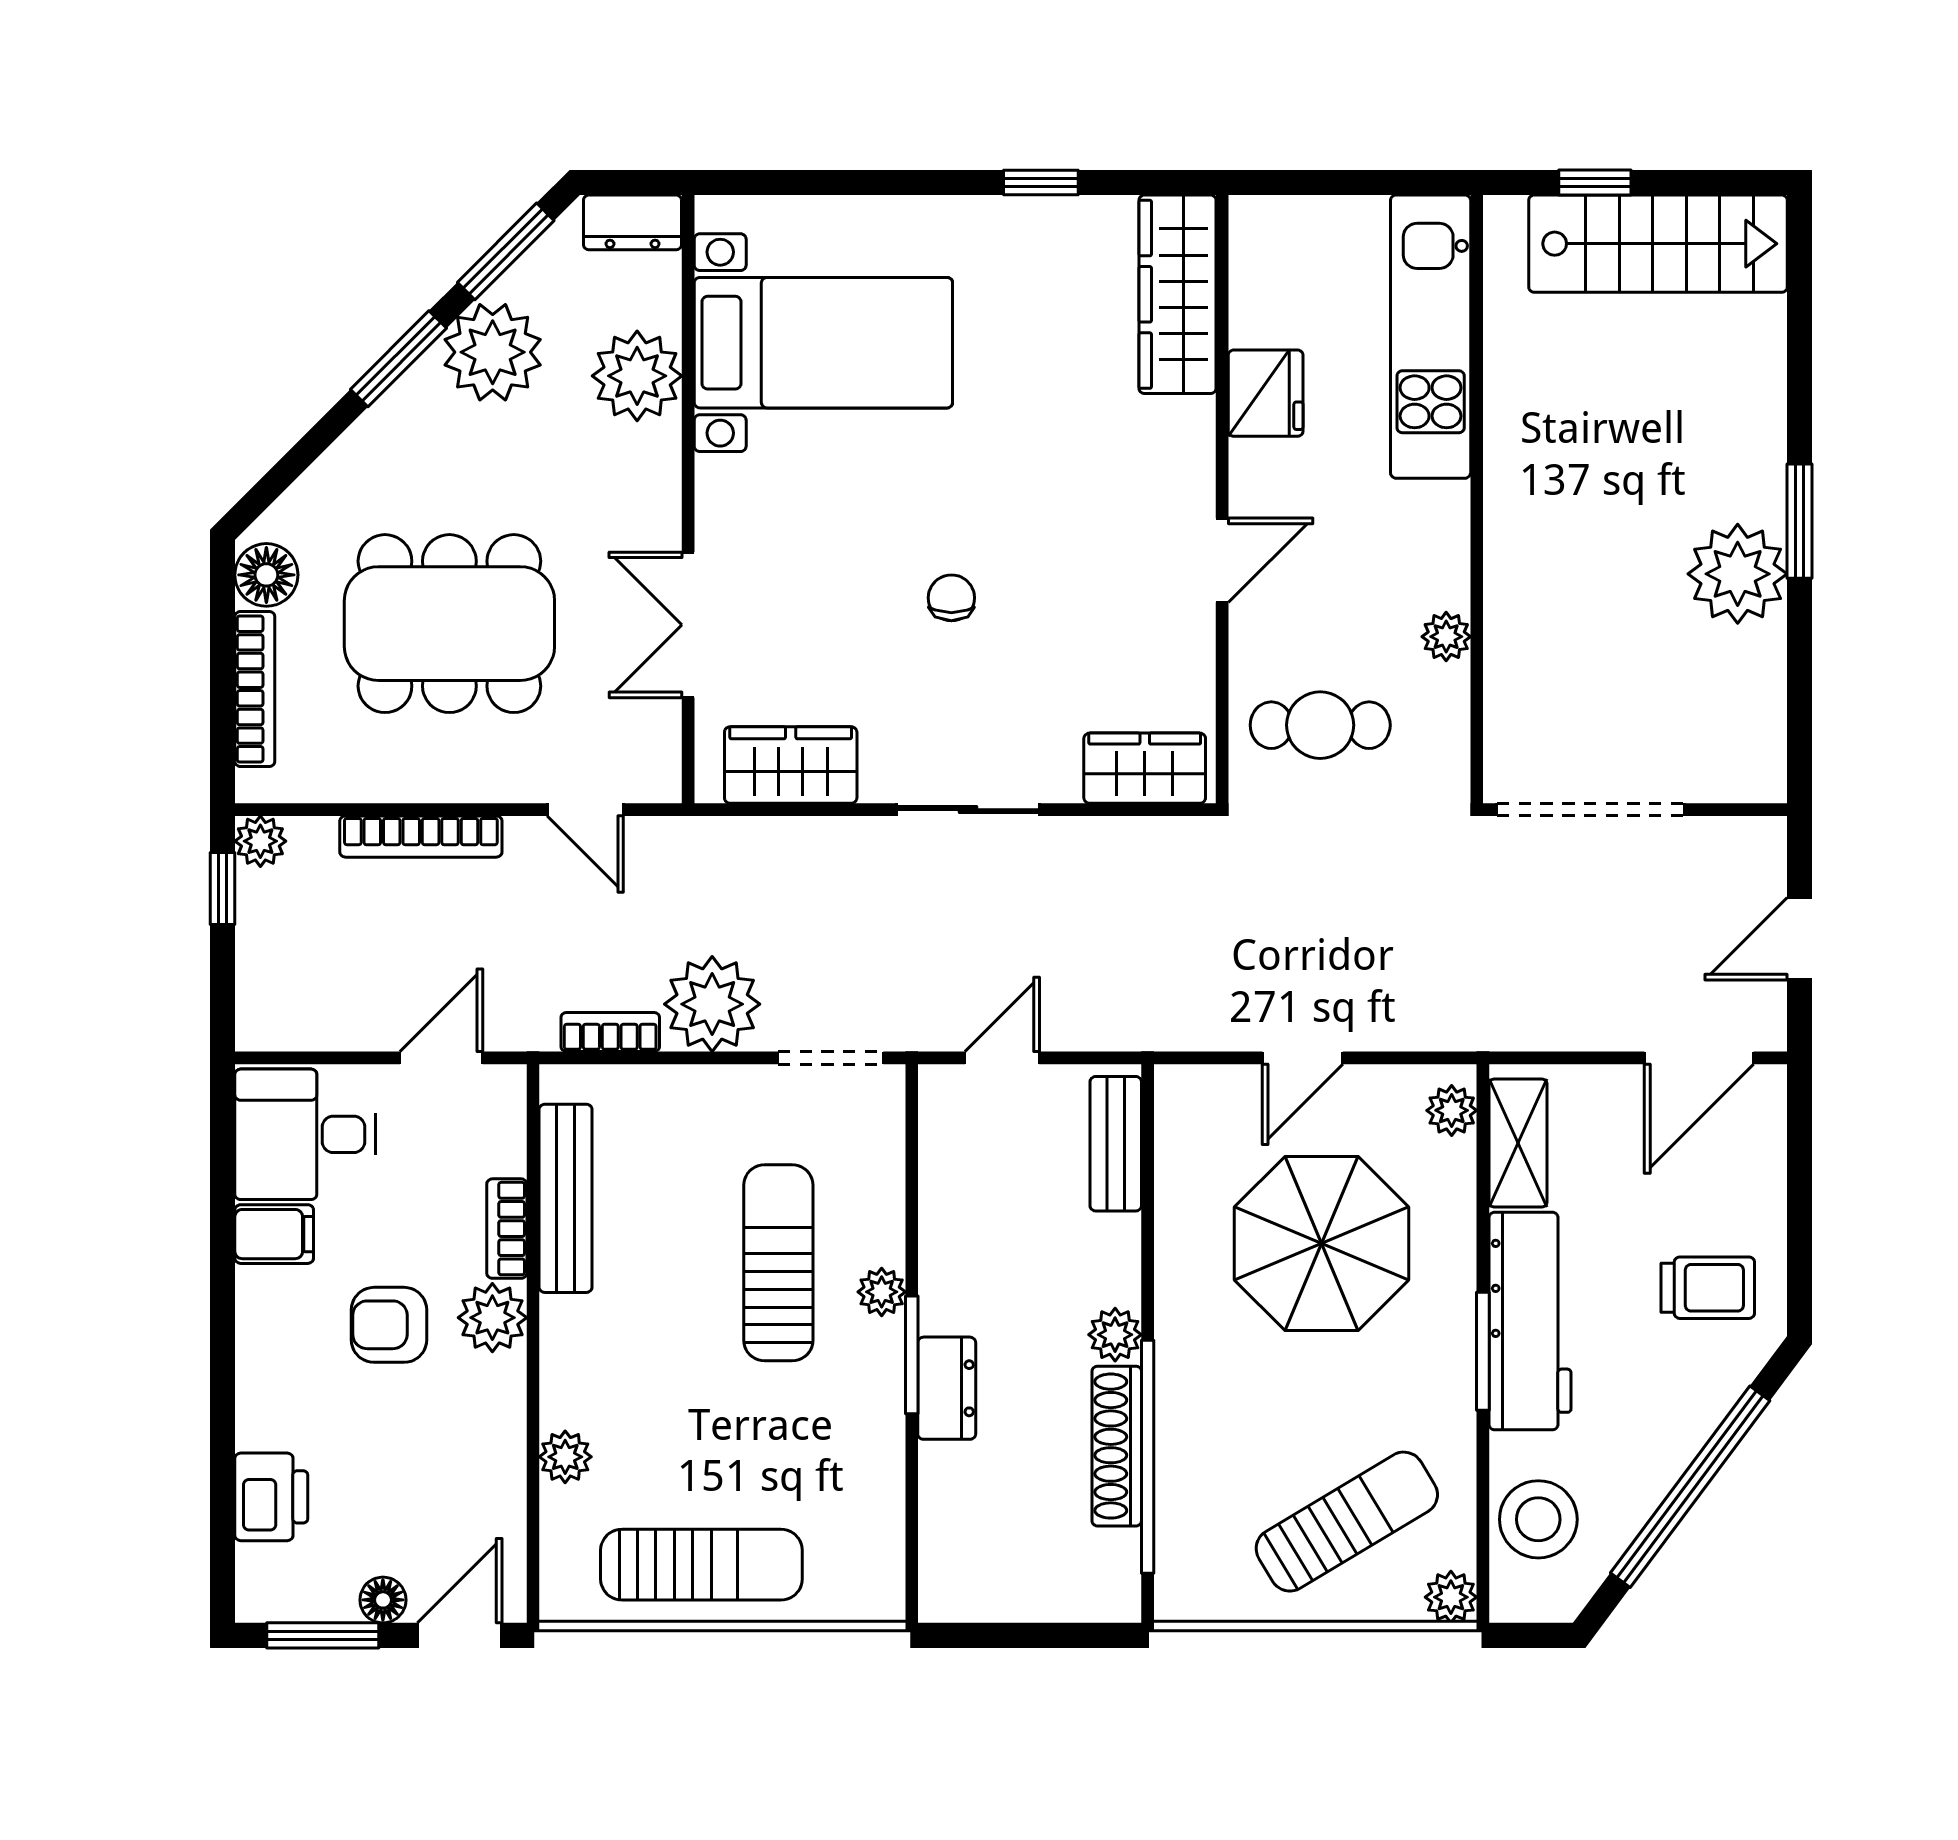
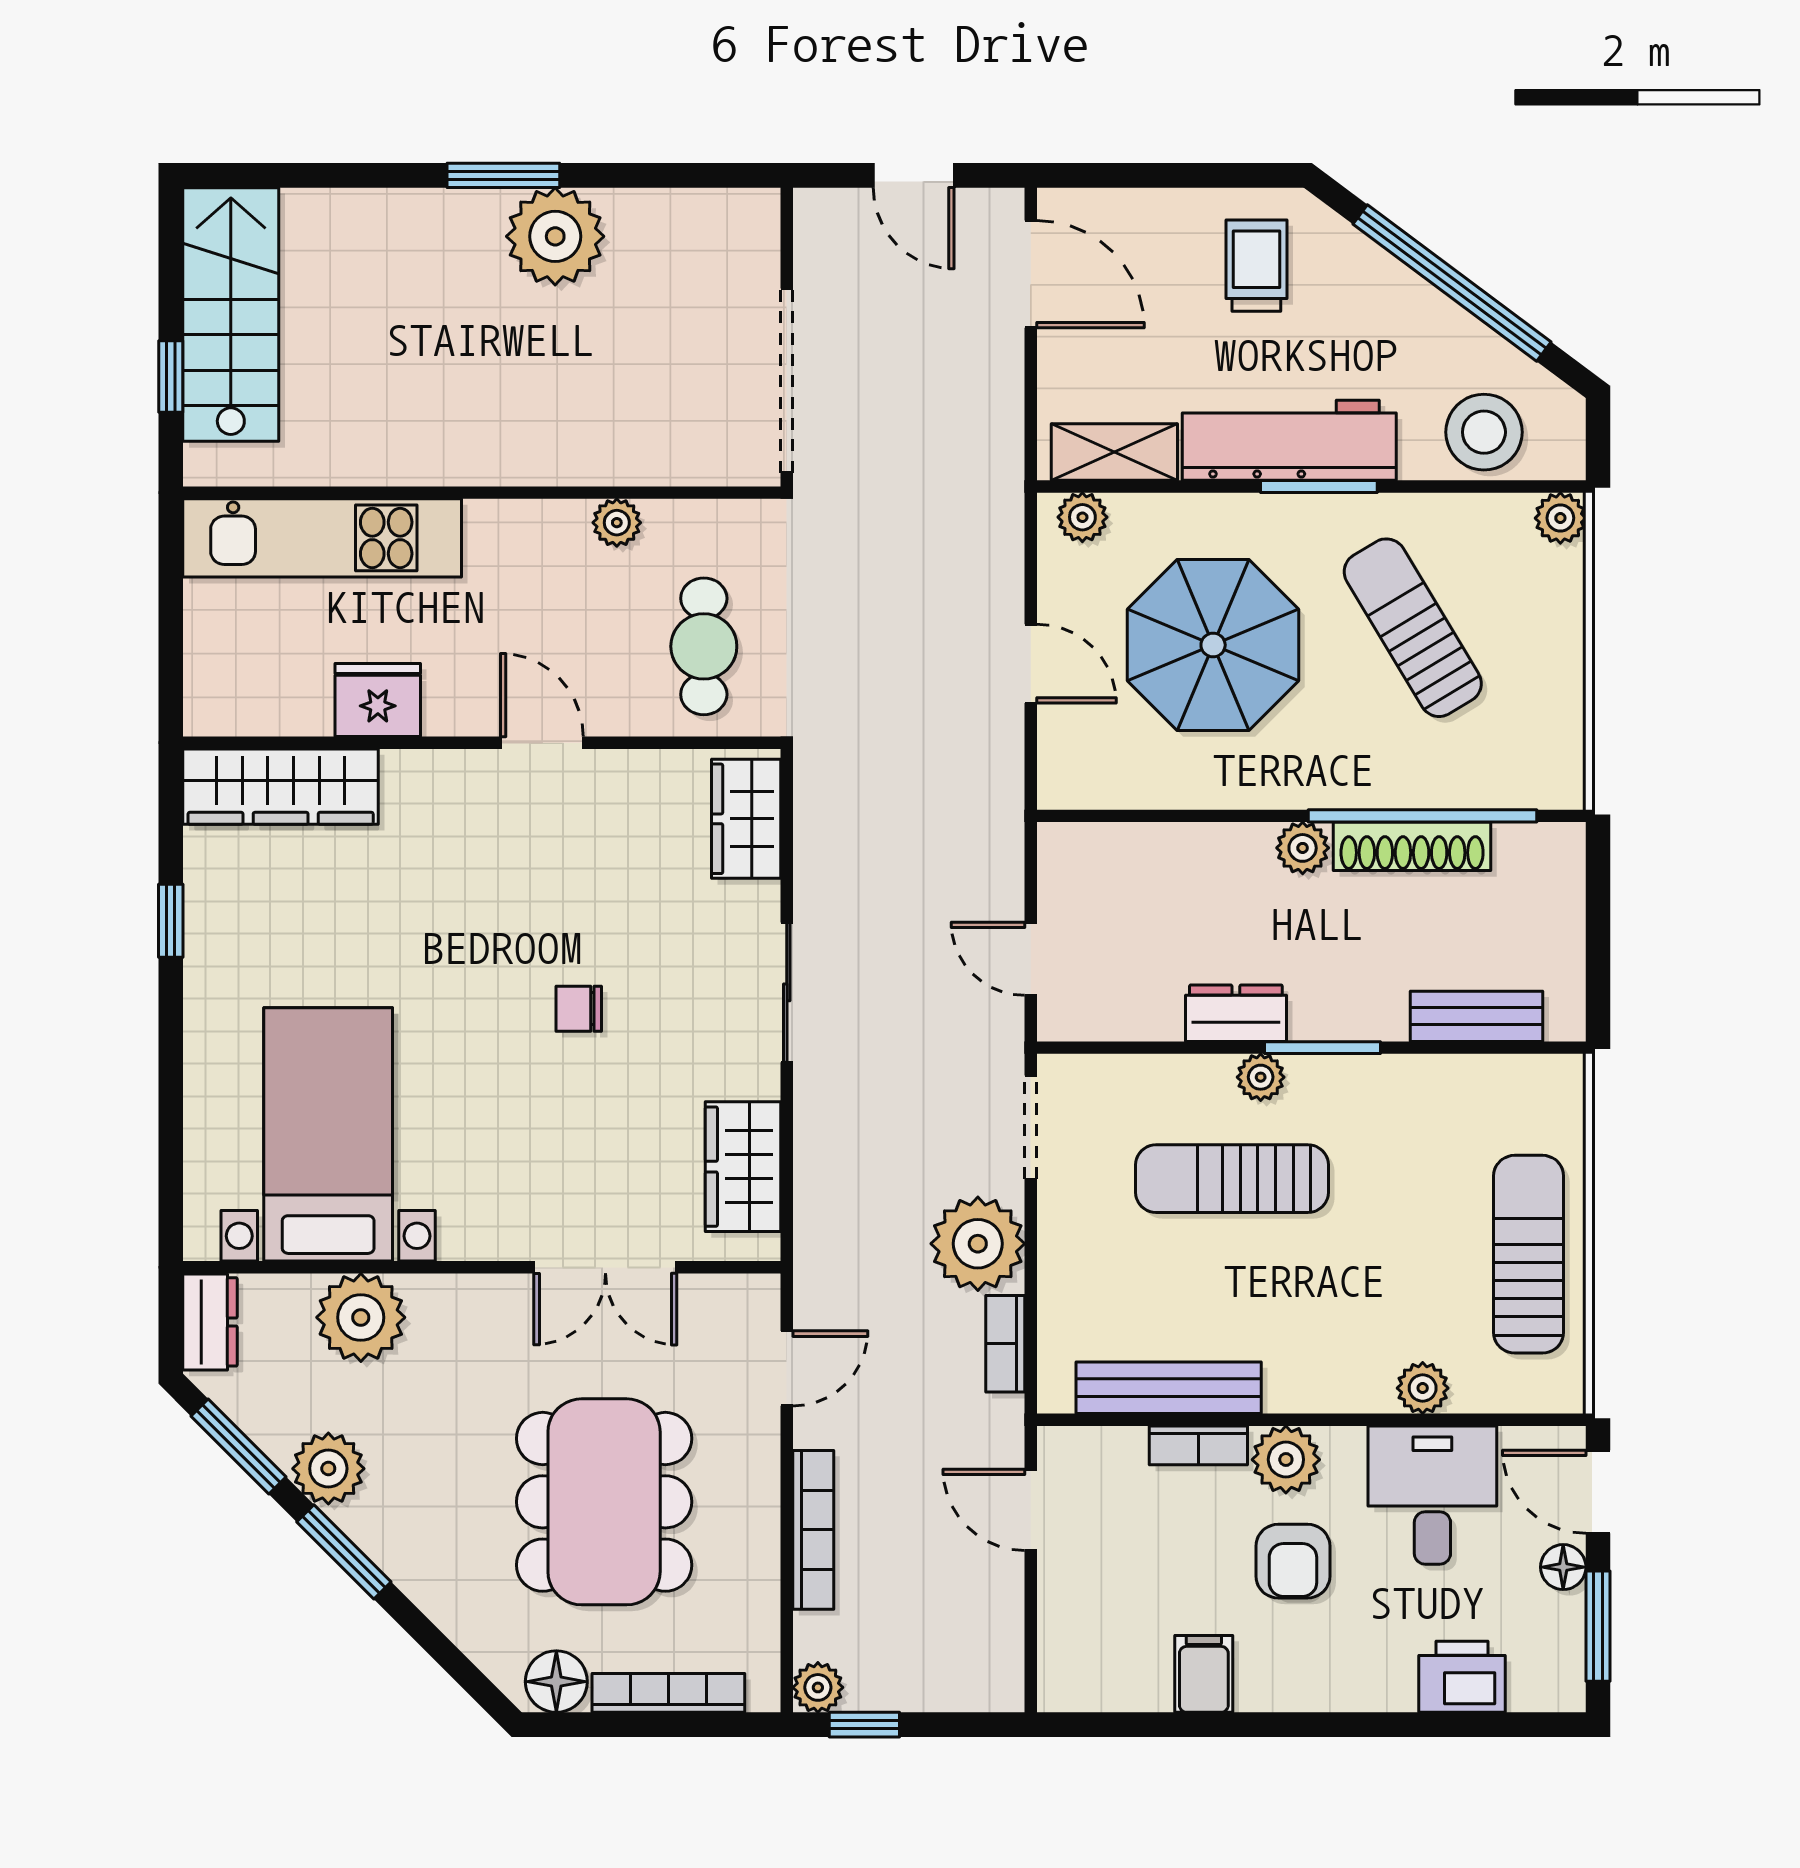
plant: (493, 352) -> (328, 1469), width x0.73, depth x0.73
desk: (305, 1134) -> (1432, 1495), moved, turned 180
bench: (1116, 1144) -> (1477, 1016), moved
dresser: (947, 1388) -> (1236, 1013), moved
sun lounger: (1347, 1522) -> (1413, 628), moved

